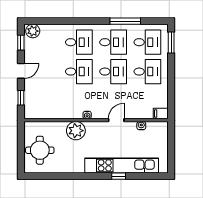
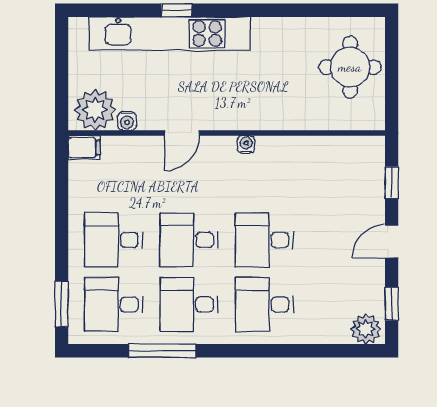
plant: (76, 131) -> (95, 110), moved

